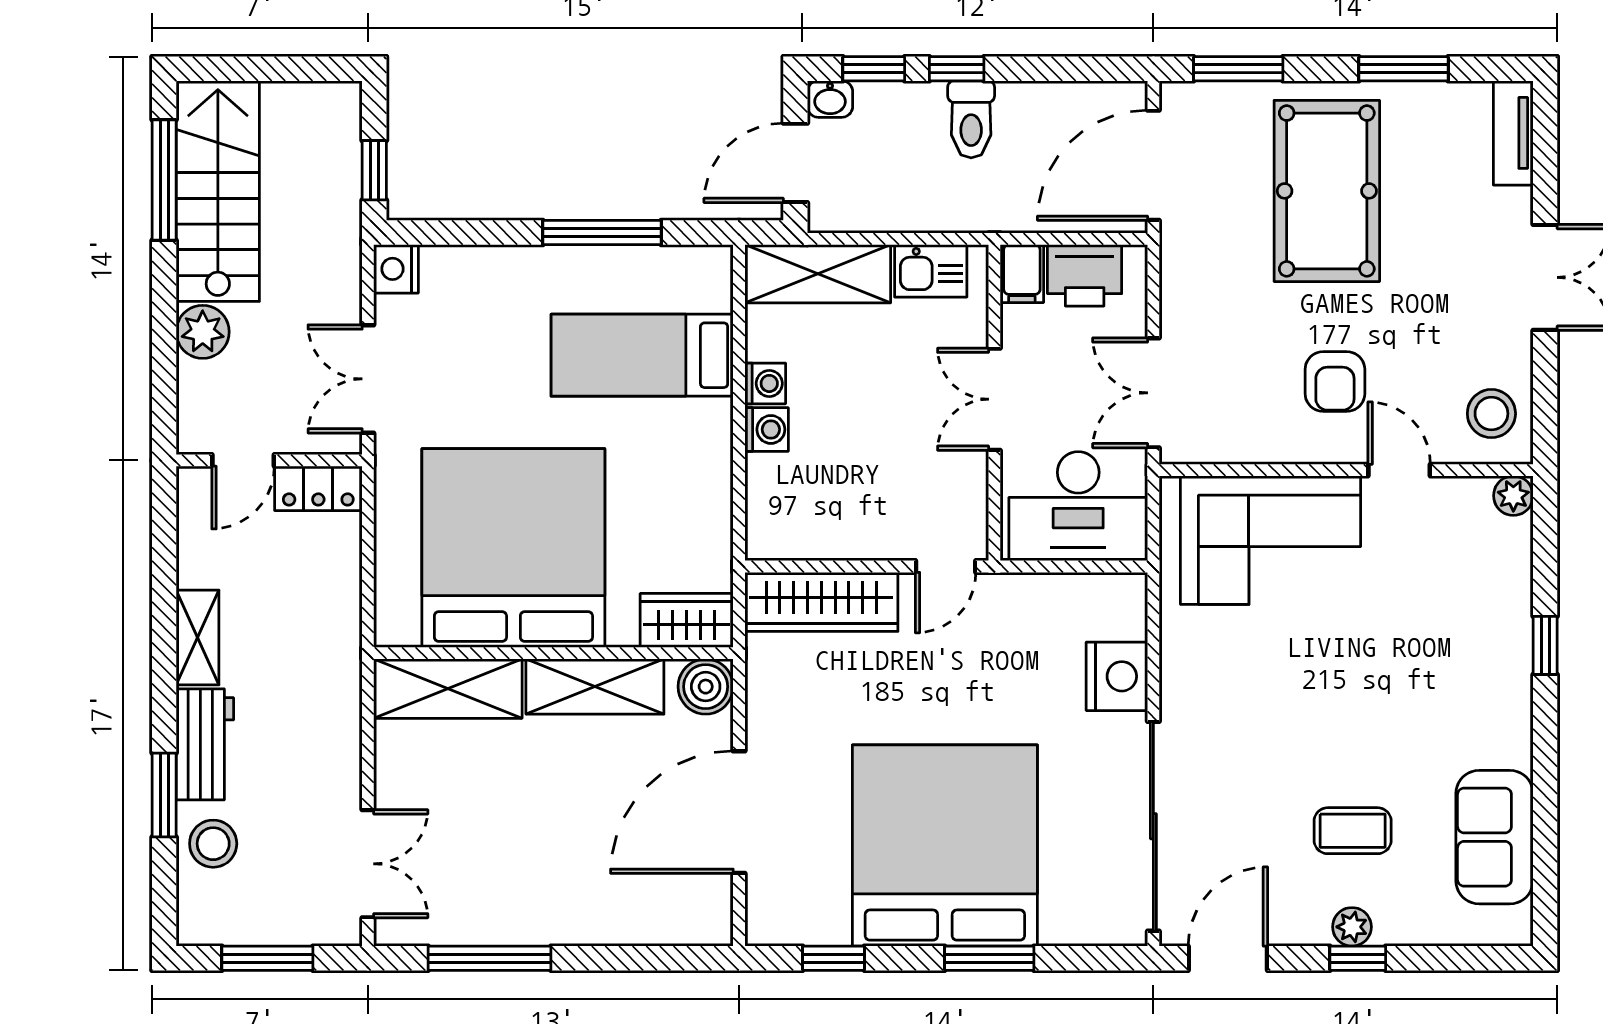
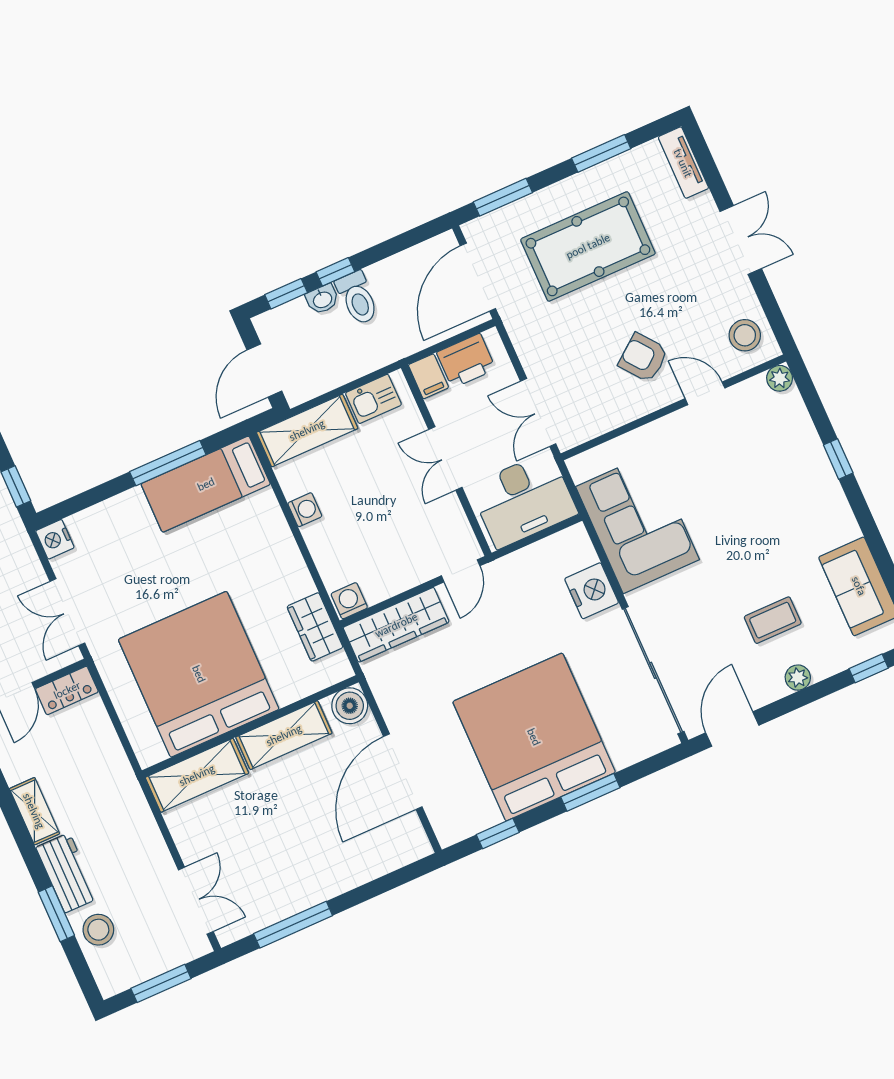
washbasin: (830, 99) -> (322, 299), moved
pool table: (1327, 191) -> (588, 246), turned 90
bed: (642, 355) -> (206, 484), moved
armchair: (1335, 382) -> (643, 358), turned 142
washing machine: (767, 429) -> (349, 601), moved, turned -90
corner sofa: (1271, 540) -> (637, 523), moved, turned -90
wardrobe: (687, 620) -> (315, 627), moved, turned -90
window: (1358, 958) -> (869, 668), moved

